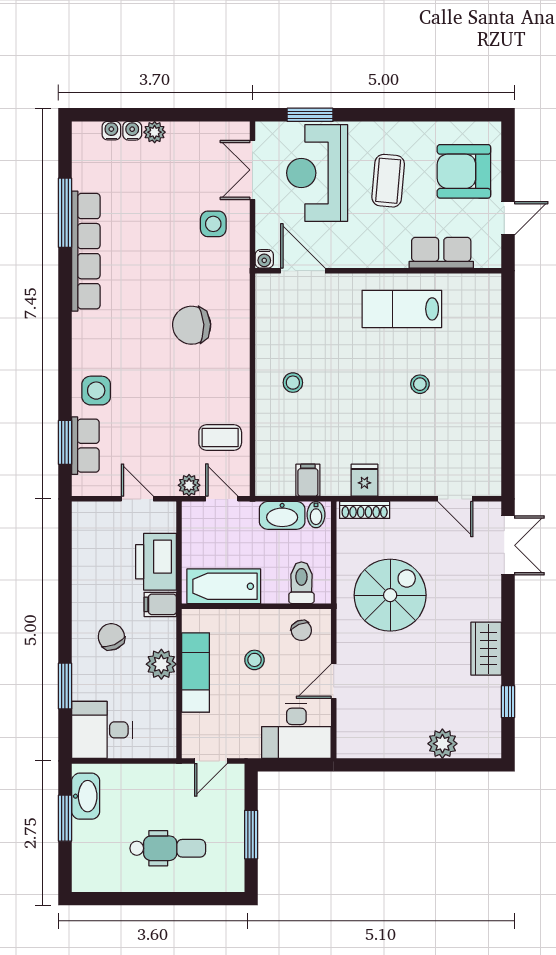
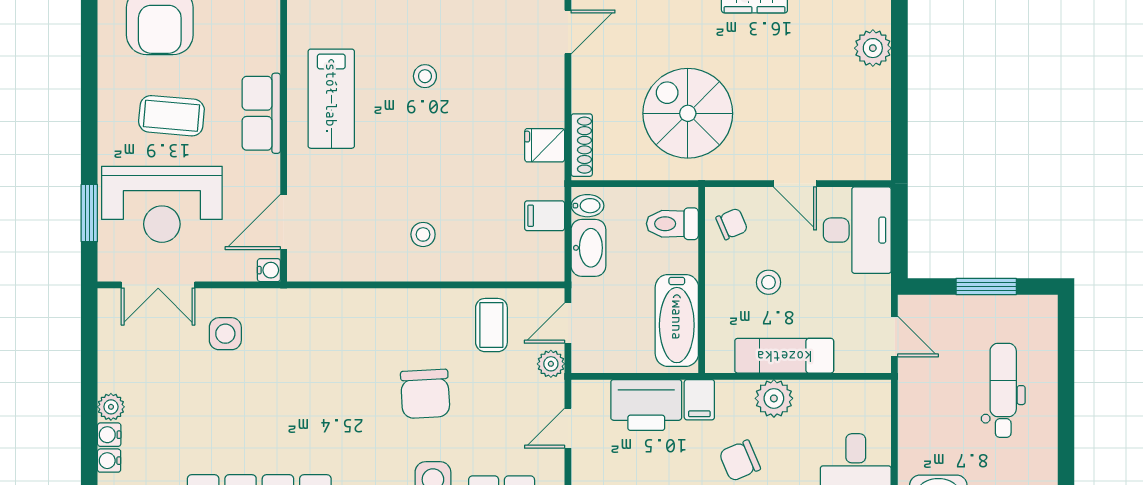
row of seats: (441, 253) -> (261, 113), moved
chair: (192, 325) -> (425, 394), moved

